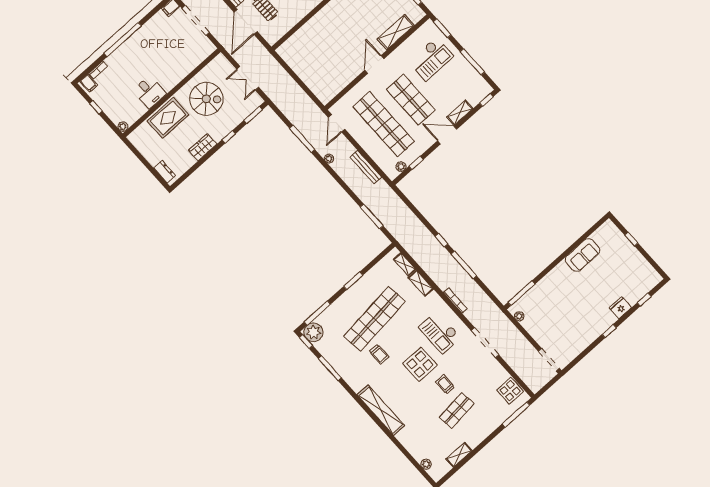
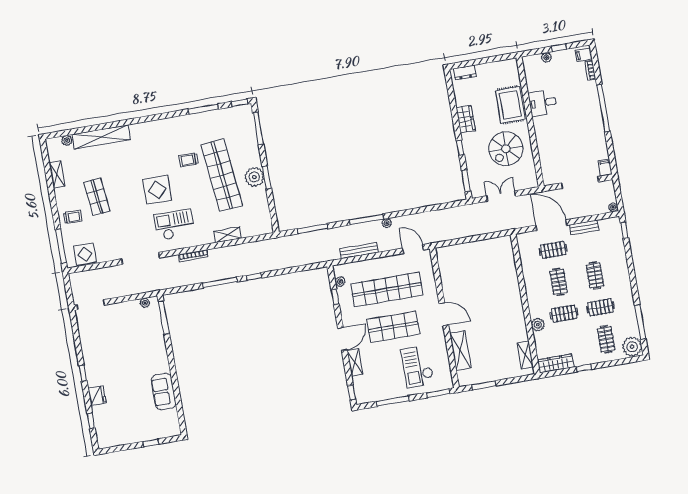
plant: (123, 127) -> (546, 57), moved
window: (302, 139) -> (366, 219), moved
shelving: (405, 264) -> (253, 231), removed
plant: (313, 332) -> (254, 177), moved
trolley: (445, 384) -> (73, 217), moved
shelving: (381, 410) -> (101, 137), moved

